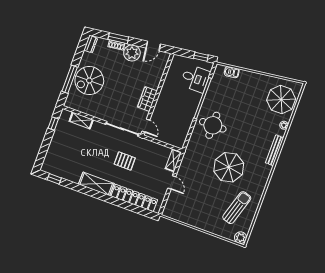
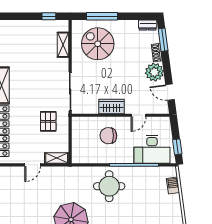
window: (118, 38) -> (163, 40), moved
desk: (195, 78) -> (152, 149), width x1.37
spiral stairs: (89, 80) -> (98, 44), moved
chair: (171, 111) -> (108, 136), added
door: (146, 126) -> (138, 115), moved
pallet: (125, 161) -> (48, 121), moved

